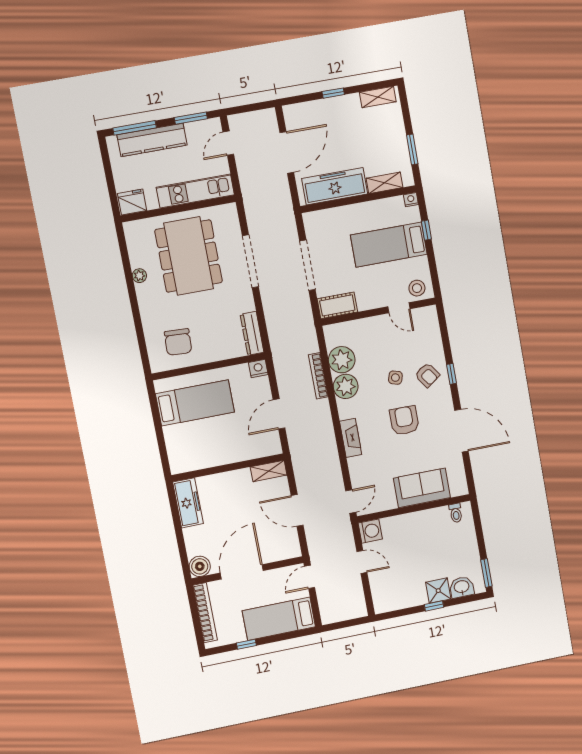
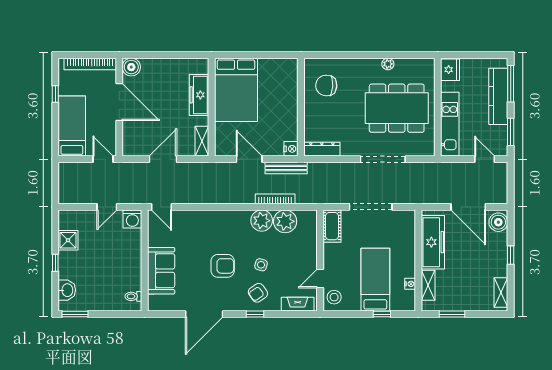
boiler: (298, 114) -> (498, 222), added
nightstand: (411, 200) -> (410, 284), moved
bench: (281, 370) -> (286, 168), added
bed: (195, 403) -> (236, 90), moved, width x1.50
fireplace: (351, 438) -> (298, 304), moved, turned 180
freezer: (188, 503) -> (199, 95), moved, turned 90
shower: (438, 591) -> (68, 240), moved

